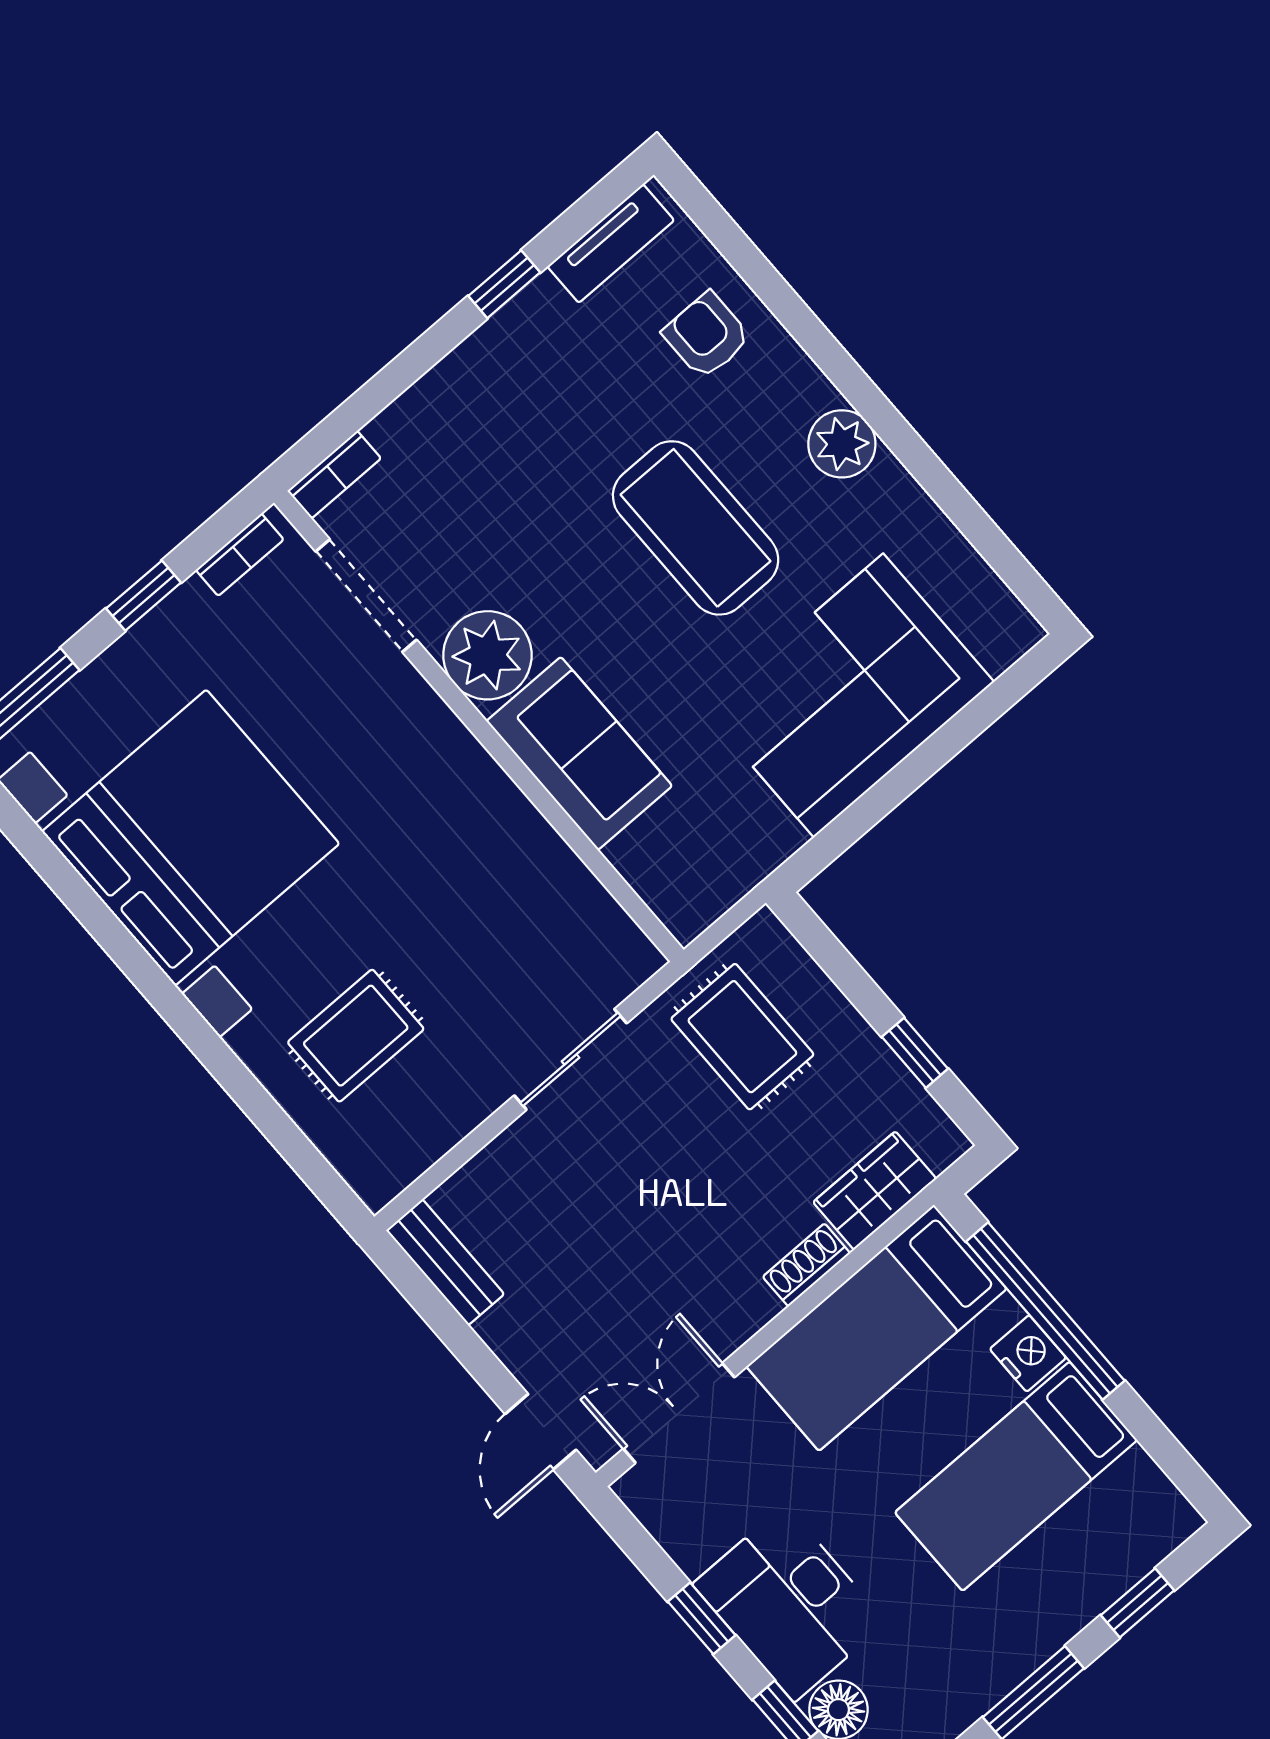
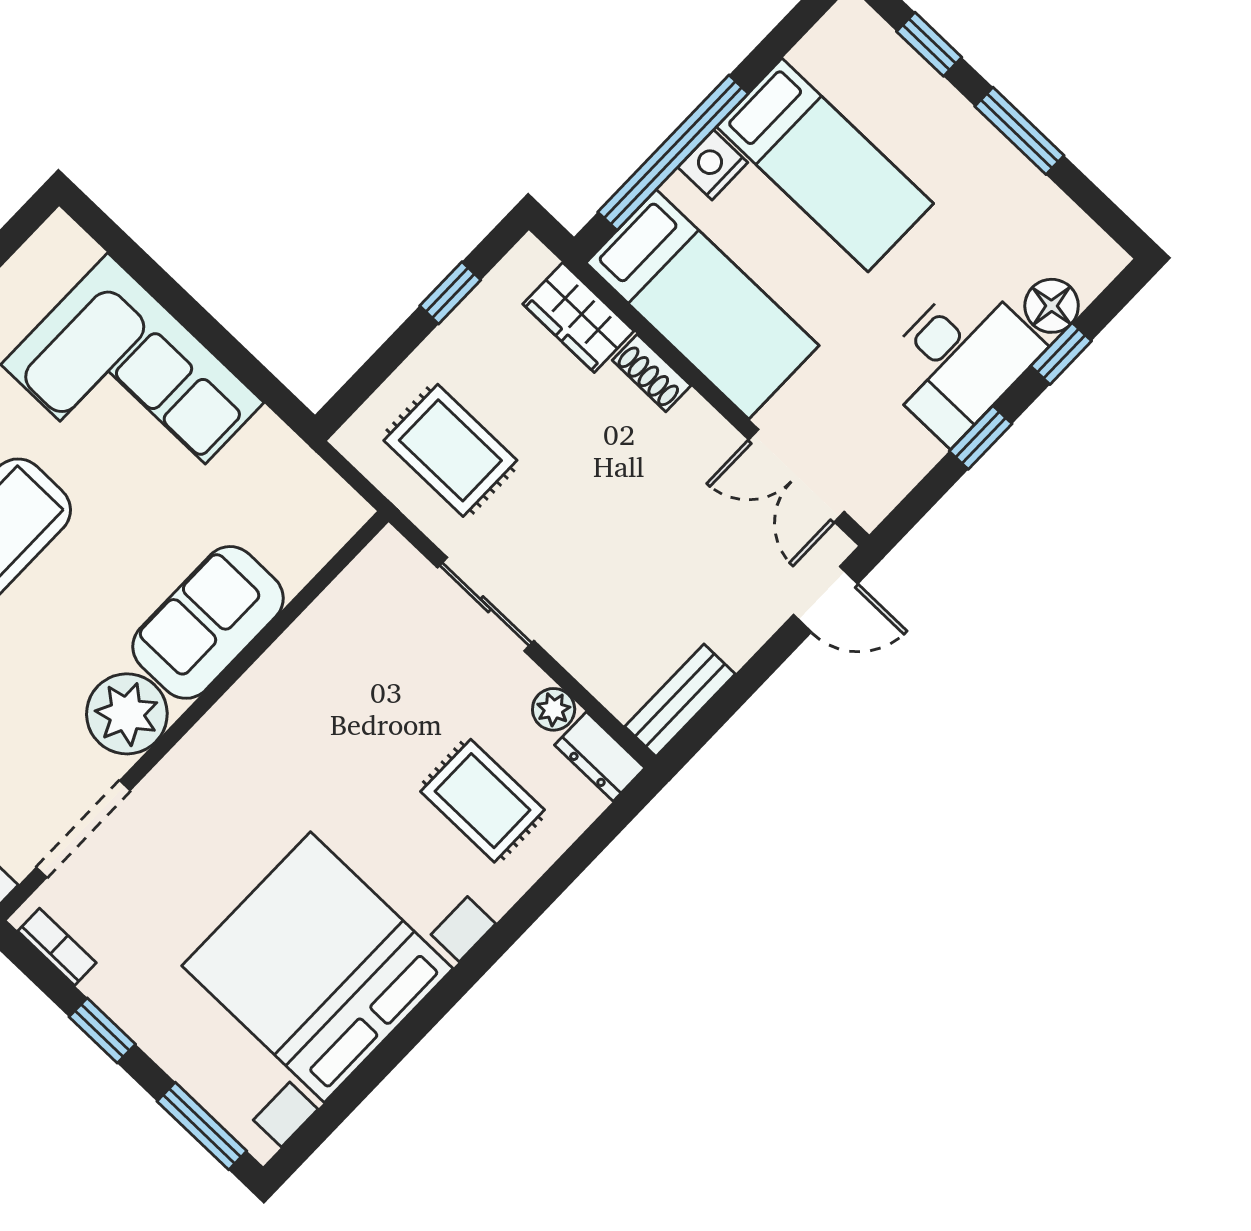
rug: (742, 1037) -> (450, 450), turned 90
plant: (448, 1123) -> (554, 709), added
dresser: (392, 1169) -> (600, 756), added

